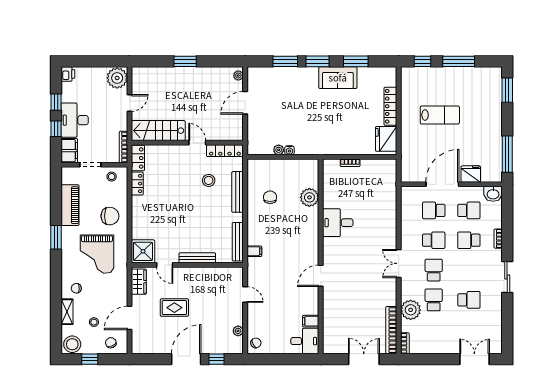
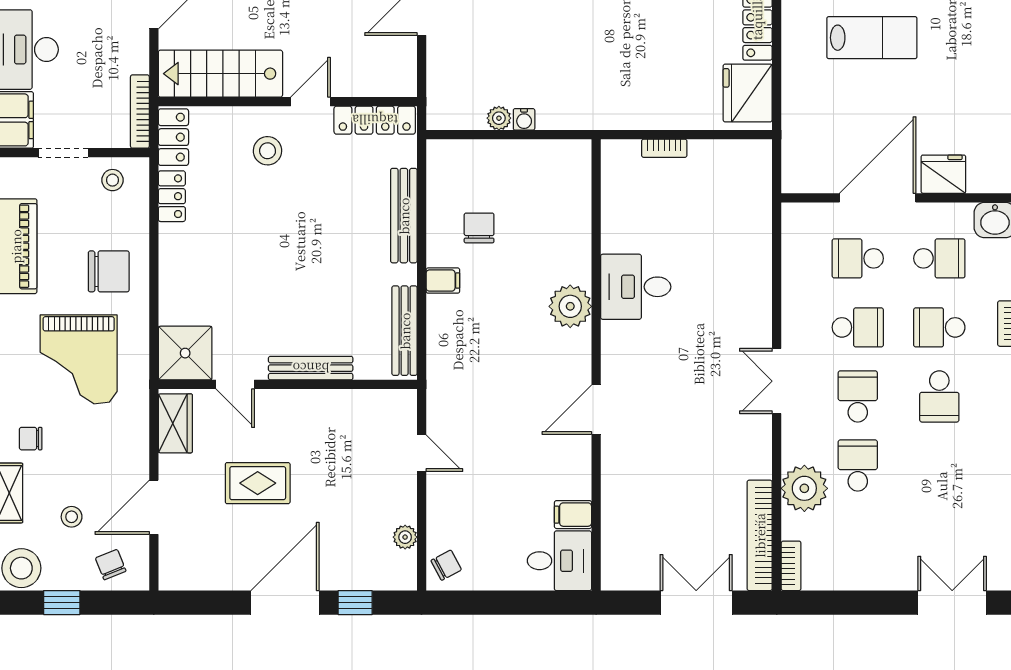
door: (197, 143) -> (310, 102), hinge flipped
stool: (209, 180) -> (268, 151), moved
plant: (309, 197) -> (570, 306), moved
filing cabinet: (254, 251) -> (443, 281), moved
school desk: (469, 300) -> (939, 396), moved, turned 90

